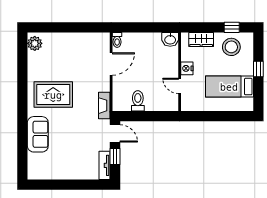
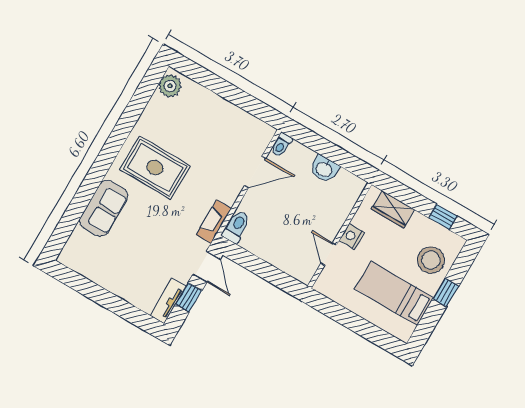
washbasin: (170, 39) -> (324, 169), moved
stool: (231, 47) -> (431, 260), moved
toilet: (138, 101) -> (237, 227), moved

